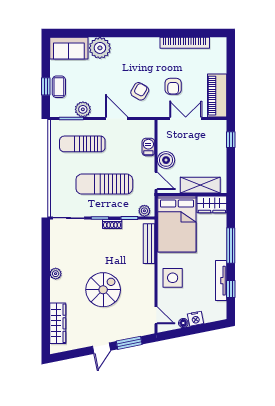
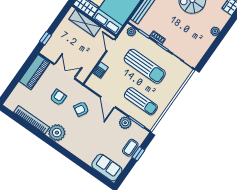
plant: (100, 48) -> (57, 133), moved
double door: (186, 119) -> (64, 71), swing flipped
boiler: (166, 160) -> (95, 54), removed

